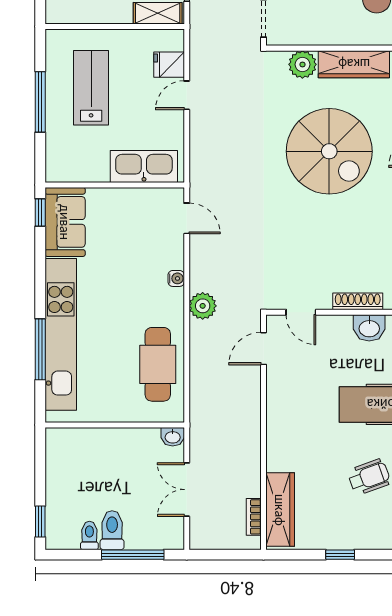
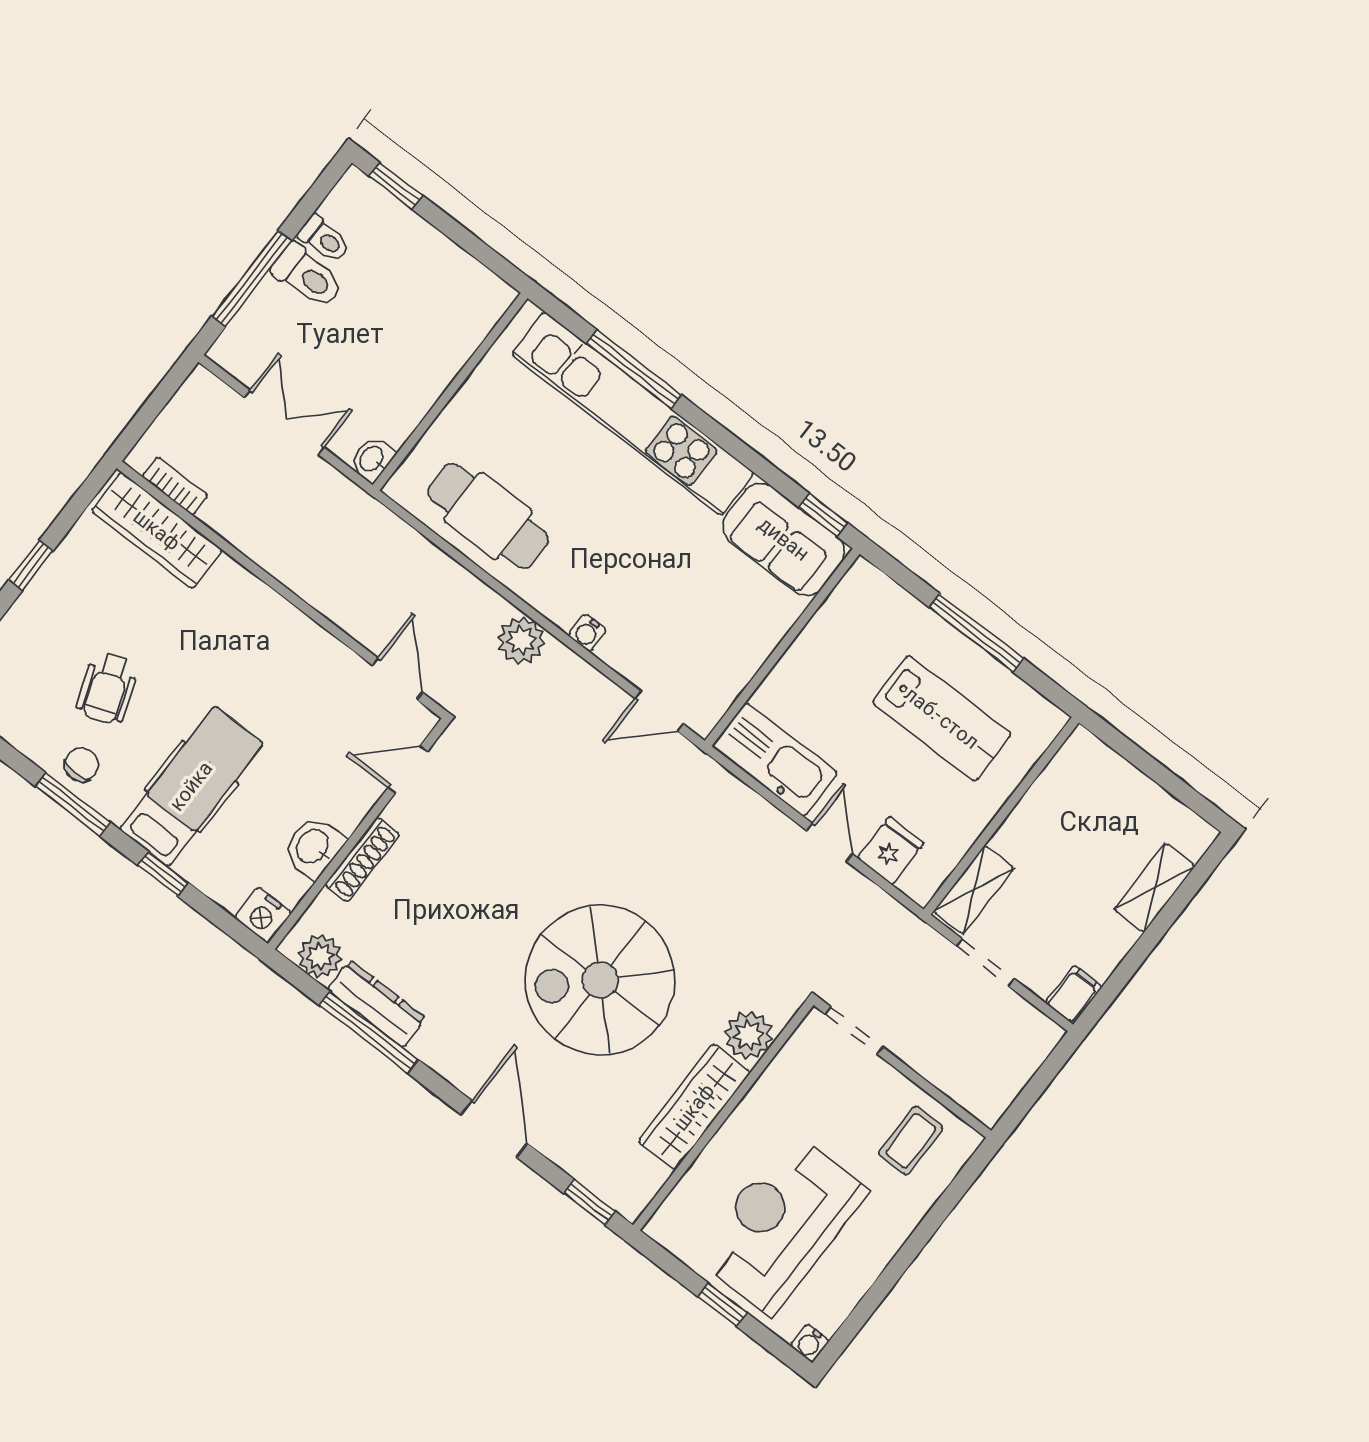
kitchen sink: (144, 166) -> (775, 760), moved, turned -90

